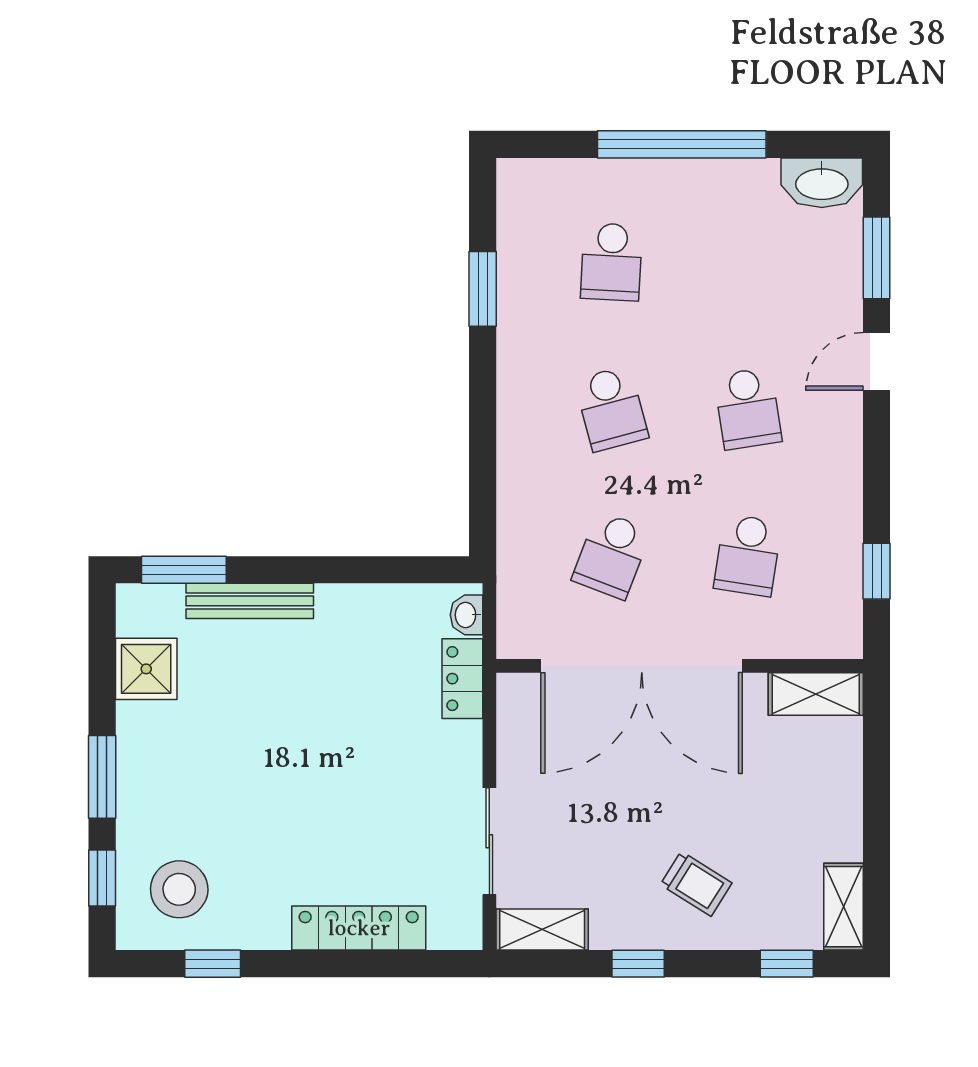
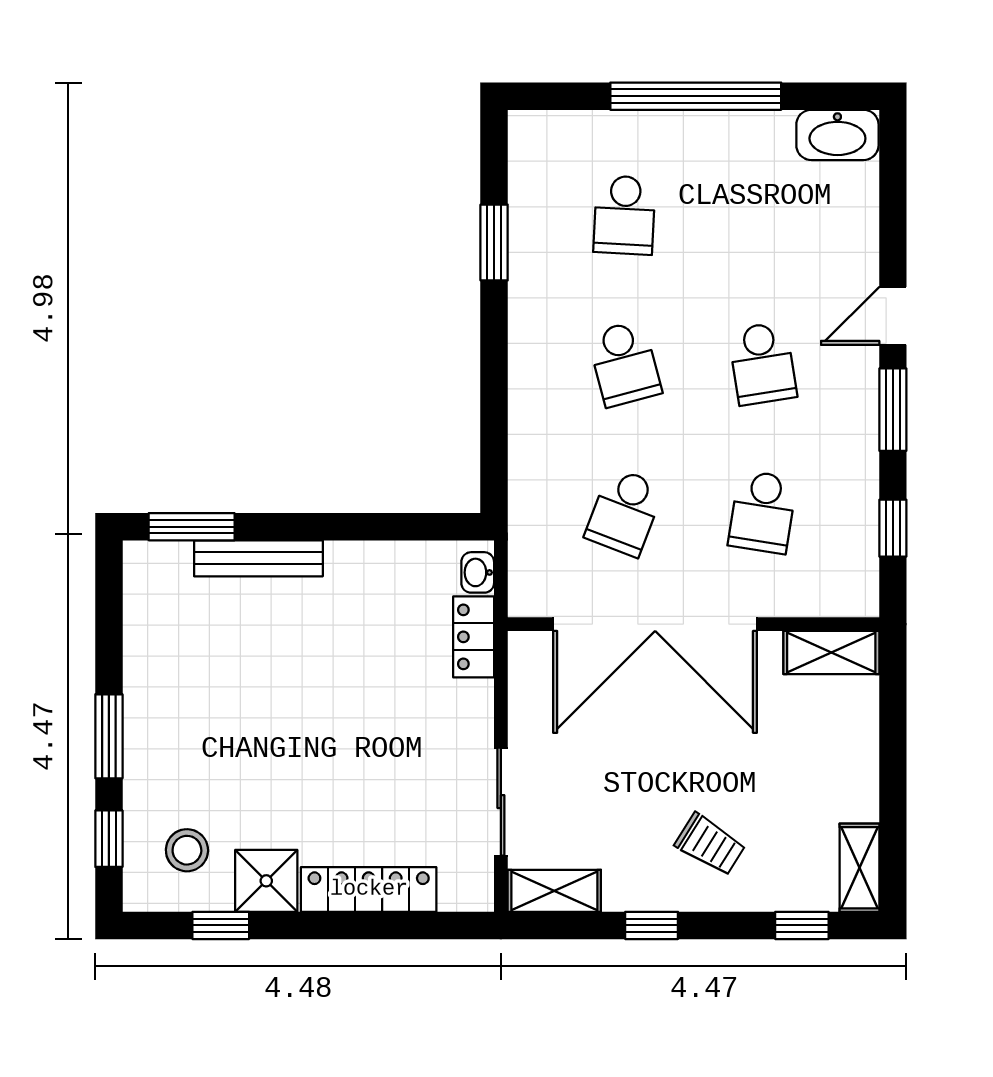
window: (877, 258) -> (893, 410), moved
shower: (146, 669) -> (266, 881), moved
stool: (179, 889) -> (187, 850), width x0.73, depth x0.73

